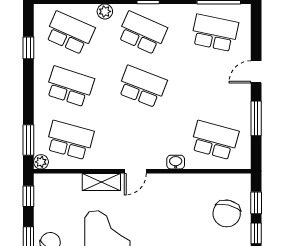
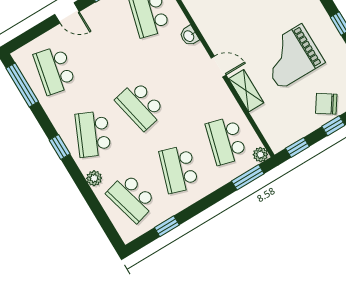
school desk: (70, 33) -> (131, 198), turned -39
school desk: (142, 87) -> (140, 105), turned -33

